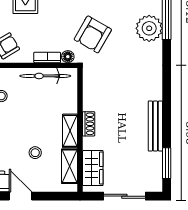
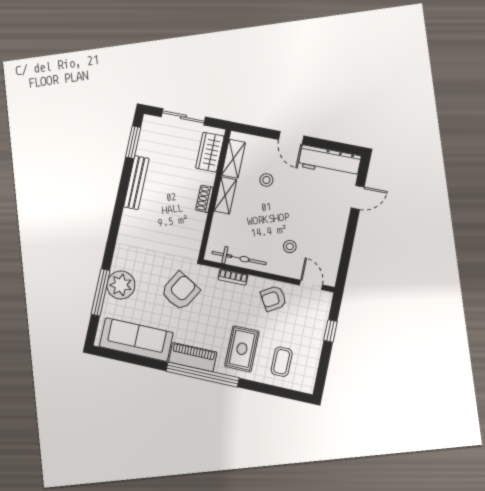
floor lamp: (68, 57) -> (211, 273), removed

